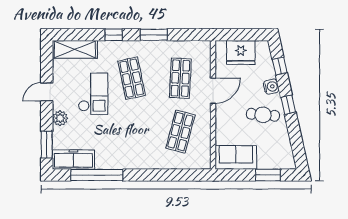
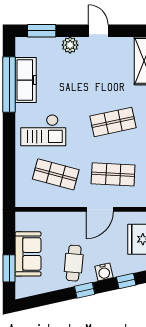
door: (213, 91) -> (100, 209), hinge flipped
checkout: (93, 94) -> (43, 130), moved
sofa: (236, 157) -> (28, 254), moved
freezer: (73, 160) -> (26, 80), moved

